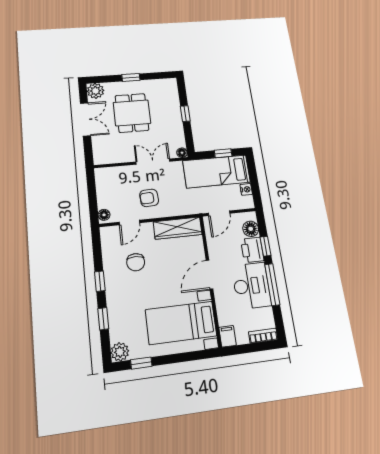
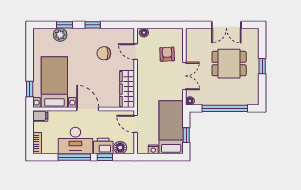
plant: (96, 91) -> (252, 35), removed
window: (185, 114) -> (225, 108), width x3.17
armchair: (149, 198) -> (167, 54), moved
plant: (120, 352) -> (60, 35), moved
window: (141, 363) -> (30, 89), moved

